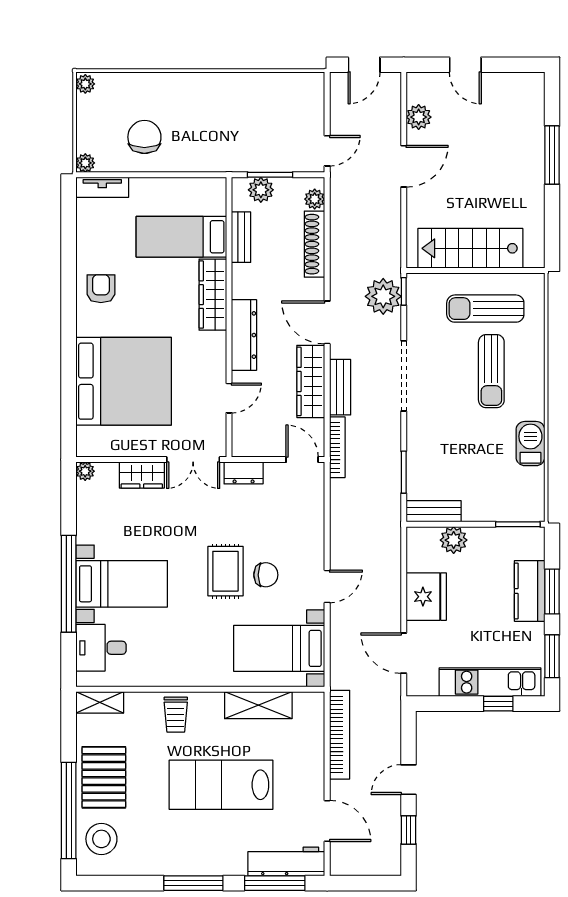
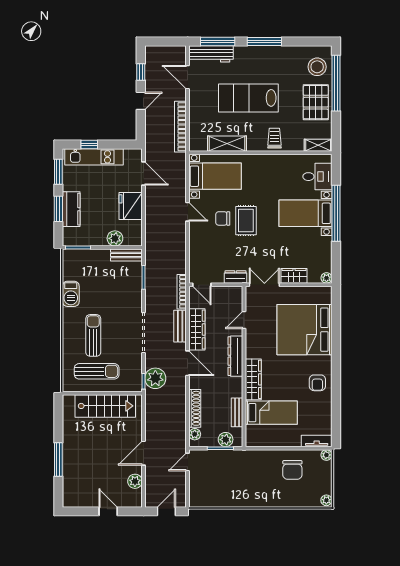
door: (327, 586) -> (188, 212), swing flipped
lab bench: (221, 785) -> (248, 98), turned 180

